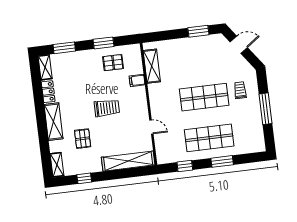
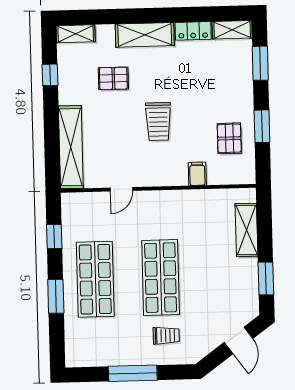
shelving: (152, 66) -> (246, 230), moved, turned 90

